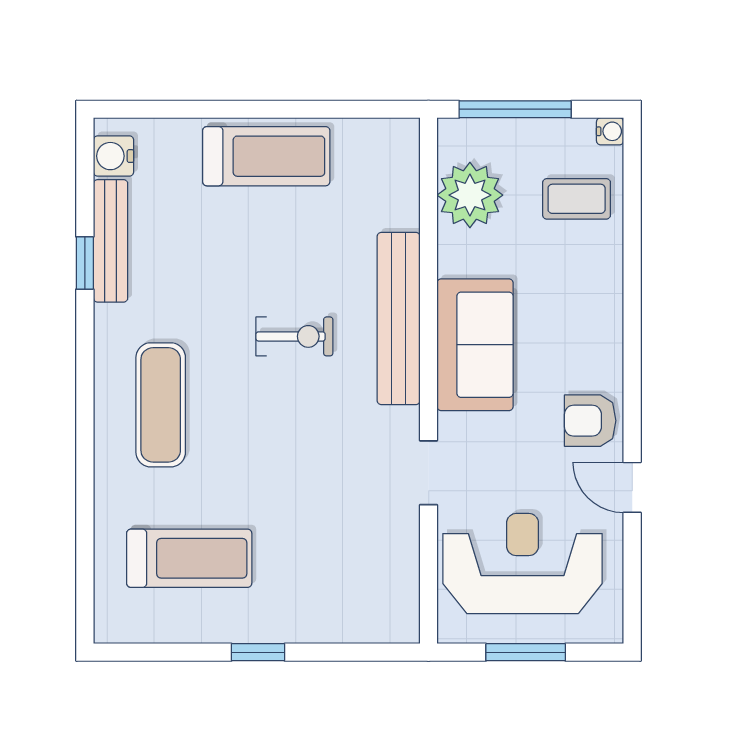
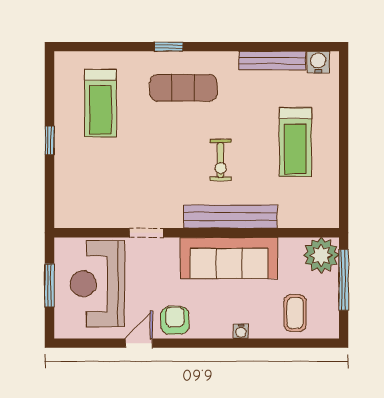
water cooler: (610, 131) -> (241, 331), moved
treadmill: (266, 156) -> (295, 142), moved
plant: (470, 195) -> (321, 255), moved
window: (85, 263) -> (168, 47), moved
sofa: (475, 345) -> (229, 258), width x1.36
reception desk: (523, 564) -> (97, 284), turned 180

